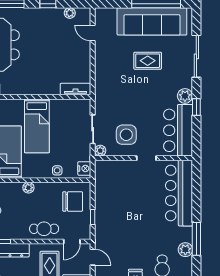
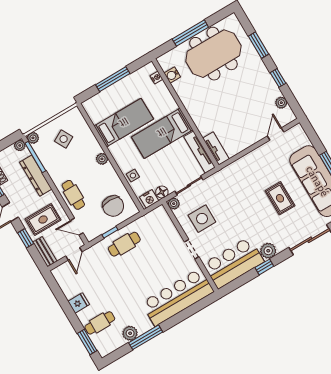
tv unit: (70, 104) -> (199, 152), added
floor lamp: (85, 155) -> (162, 192), added
cafe table: (109, 211) -> (124, 244), added

